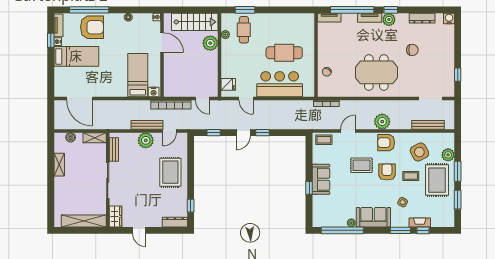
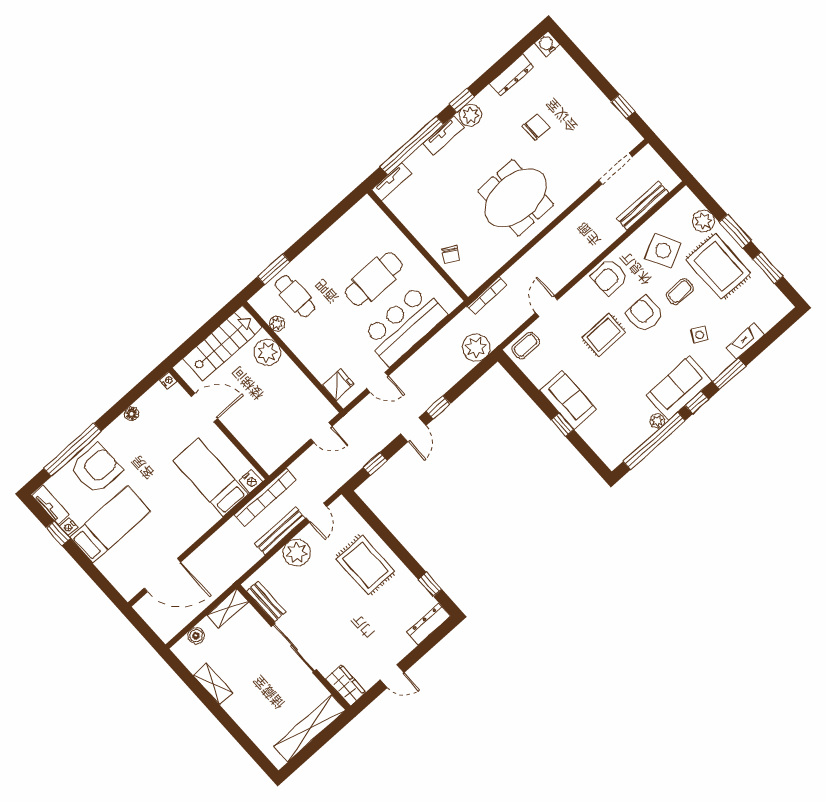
bookcase: (171, 105) -> (265, 497), moved
plant: (382, 122) -> (476, 348), moved
window: (423, 230) -> (697, 403), moved

